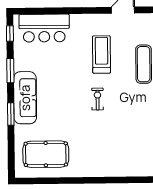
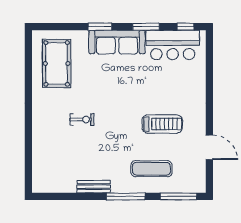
bar counter: (44, 28) -> (173, 45), moved, turned -90
exercise bike: (98, 99) -> (82, 120), moved

